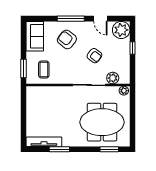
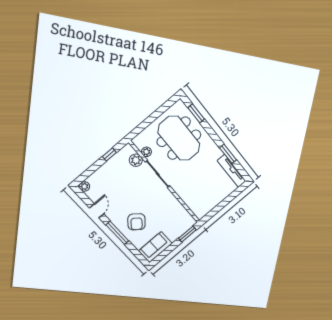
plant: (121, 30) -> (84, 186), width x0.53, depth x0.53
window: (133, 48) -> (109, 154), moved
armchair: (94, 56) -> (130, 190), removed
coffee table: (44, 69) -> (175, 219), removed
plant: (124, 91) -> (146, 152), moved

